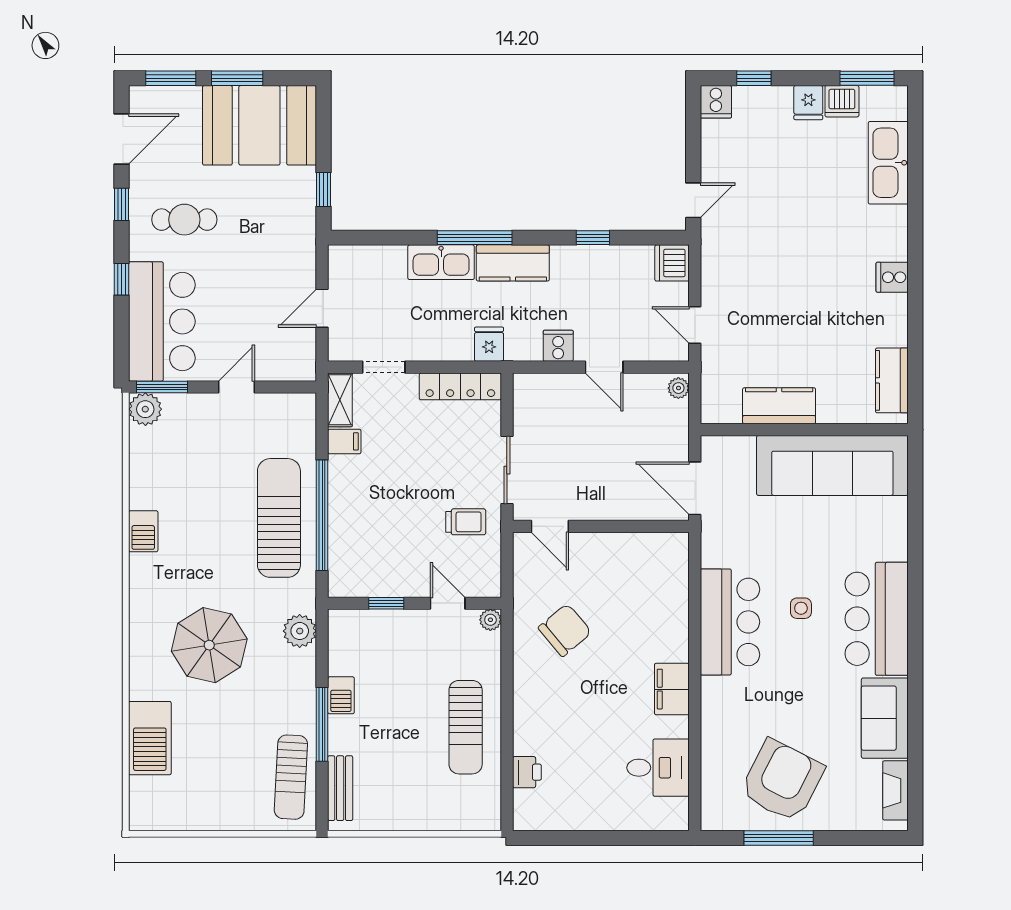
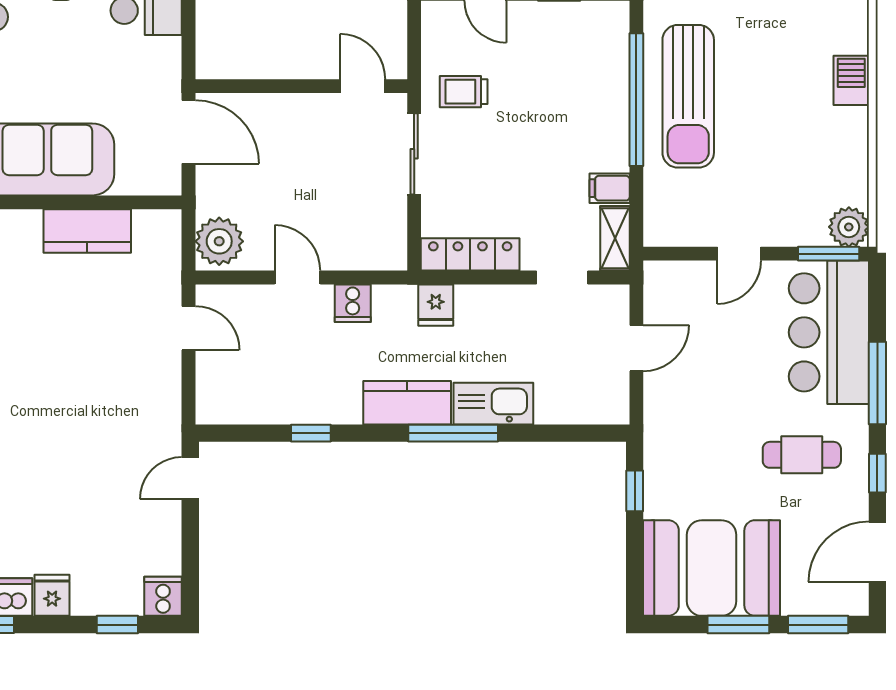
dishwasher: (672, 263) -> (216, 403), removed
window: (121, 279) -> (877, 383), width x2.17
plant: (678, 388) -> (219, 241), width x1.87, depth x1.87

